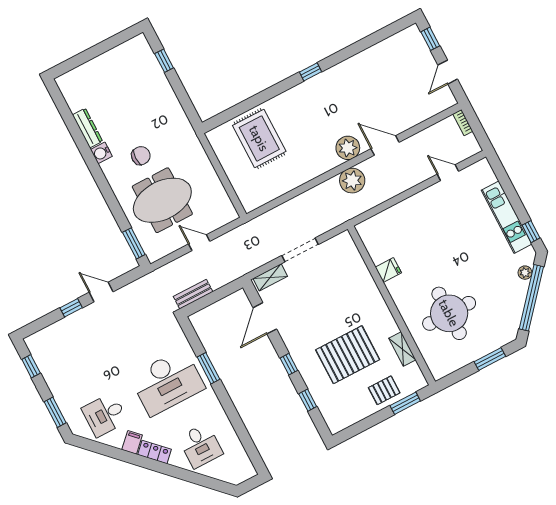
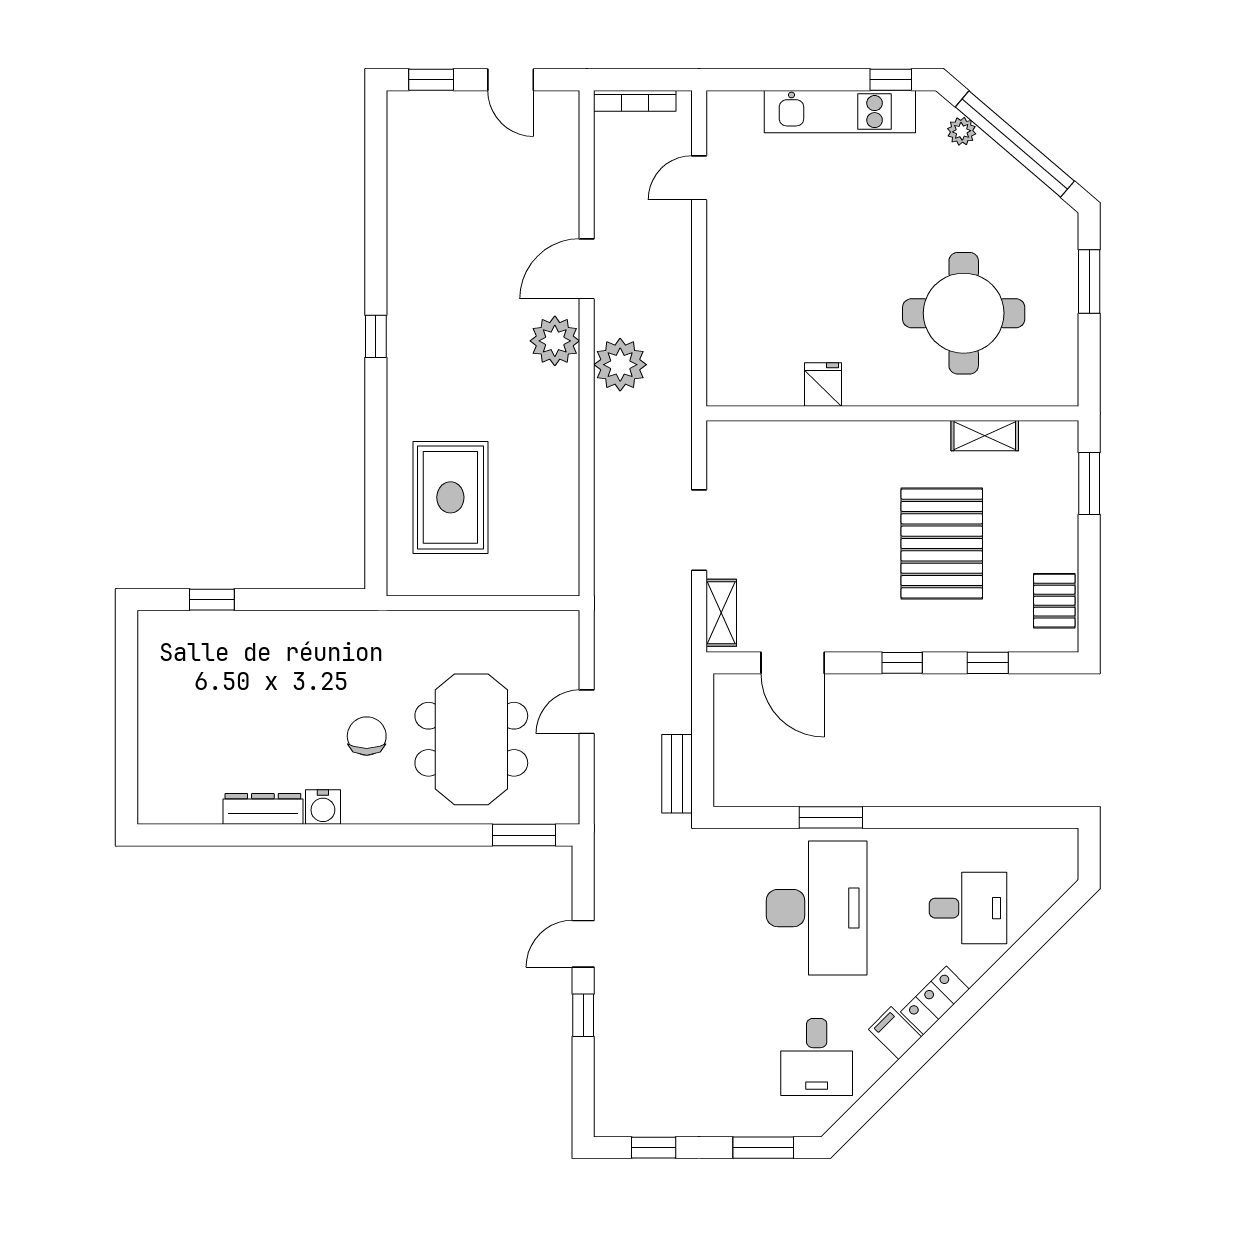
bookcase: (463, 123) -> (635, 101), width x1.56
rug: (259, 138) -> (450, 497), turned 90
pallet: (384, 390) -> (1054, 601), moved

